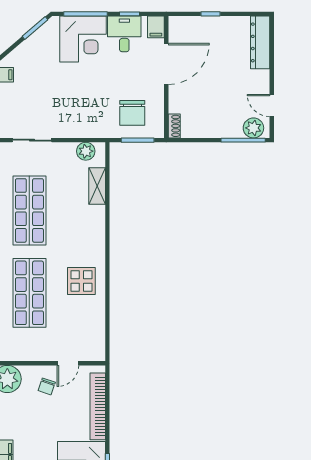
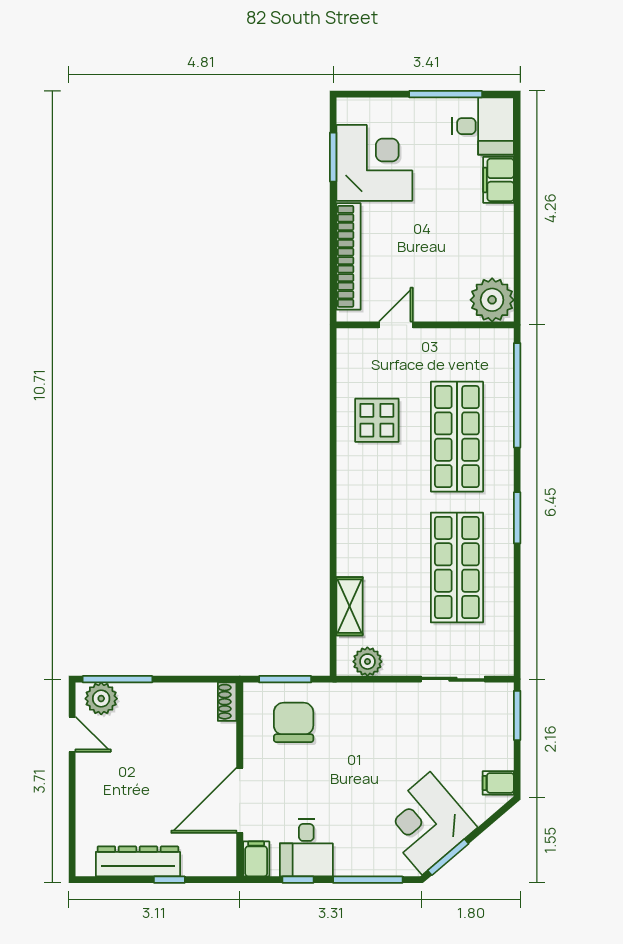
corner desk: (83, 39) -> (426, 823), moved, turned -41
dresser: (260, 42) -> (138, 861), moved, turned -90
display table: (81, 281) -> (377, 420), moved
chair: (47, 386) -> (430, 288), removed

